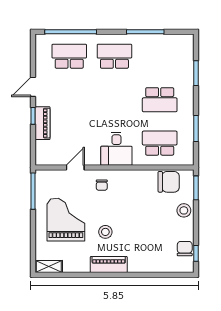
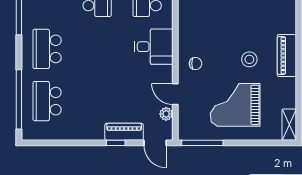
door: (33, 87) -> (155, 143), moved
plant: (58, 160) -> (166, 114), added

